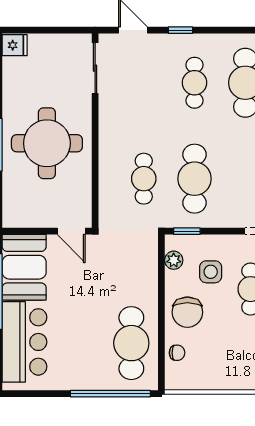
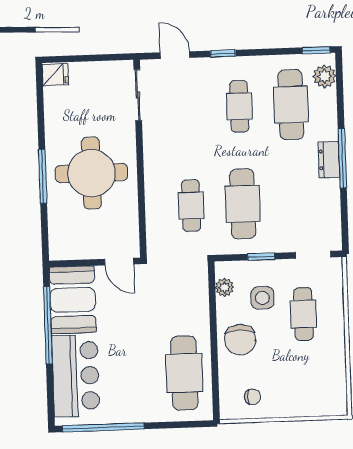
window: (187, 231) -> (261, 257), moved
chair: (177, 353) -> (253, 397), moved
window: (110, 394) -> (103, 427), moved

